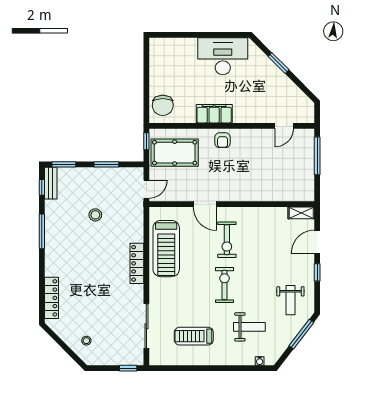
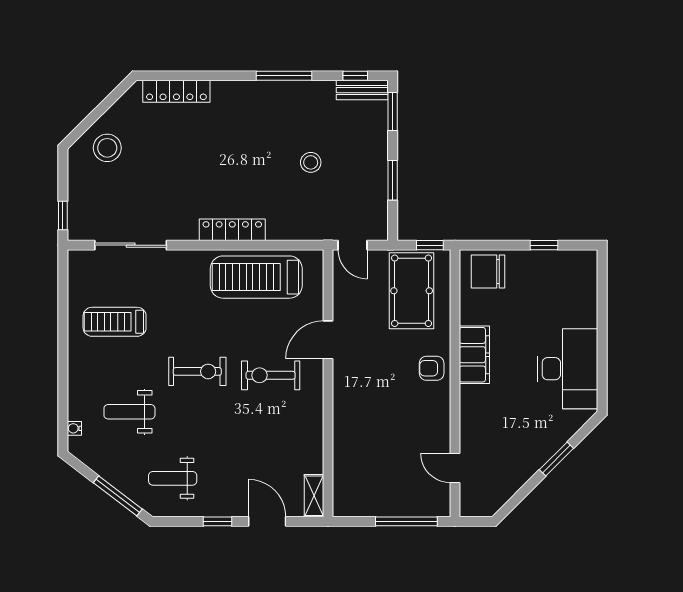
window: (146, 71) -> (544, 245), added
weight bench: (249, 327) -> (129, 412), turned 90
treadmill: (194, 336) -> (115, 322), turned -90
stool: (86, 341) -> (107, 148), width x1.89, depth x1.89

